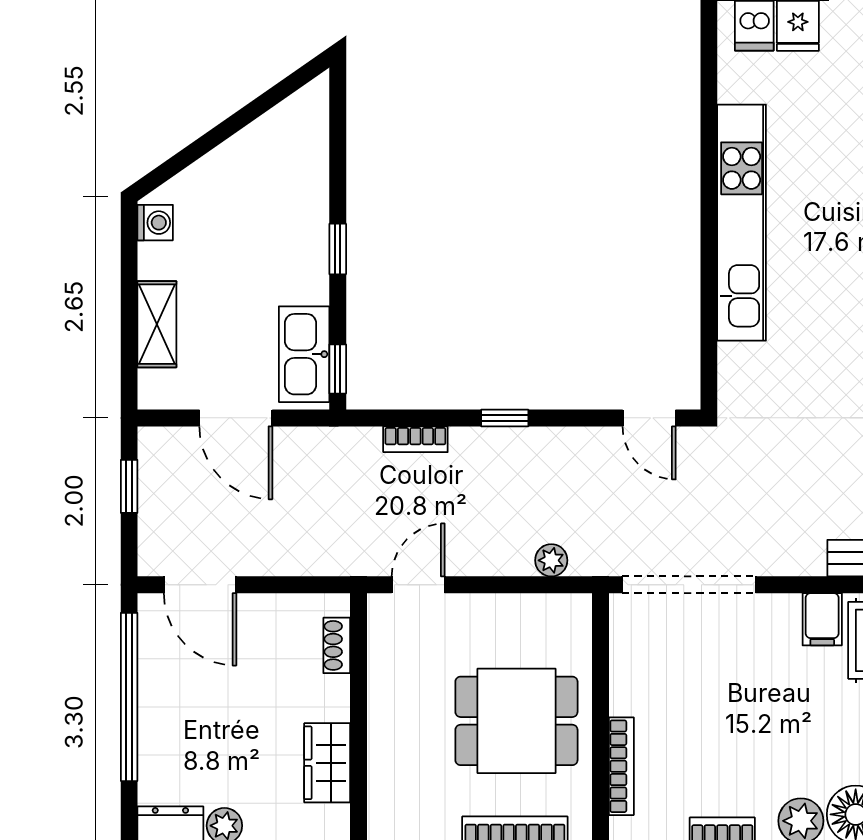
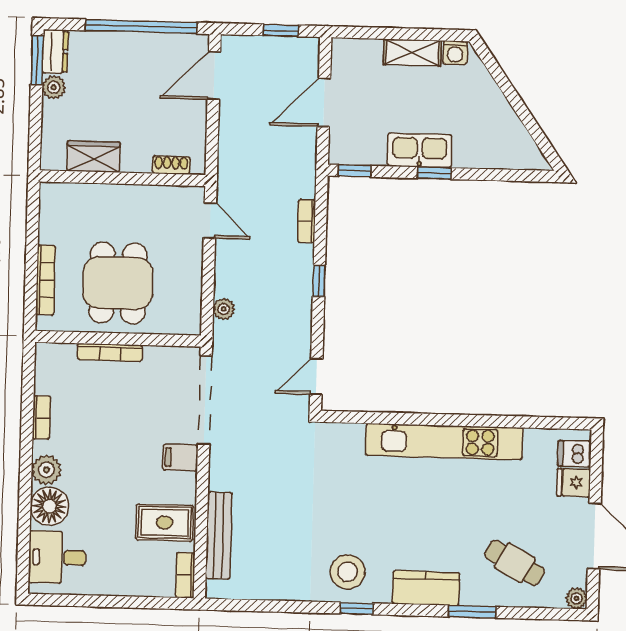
shelving: (157, 324) -> (412, 53), moved
kitchen sink: (304, 354) -> (420, 150), moved
filing cabinet: (822, 619) -> (180, 458), moved
bookcase: (621, 766) -> (110, 352), moved

